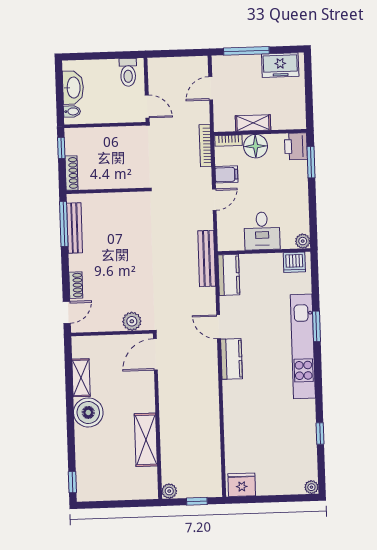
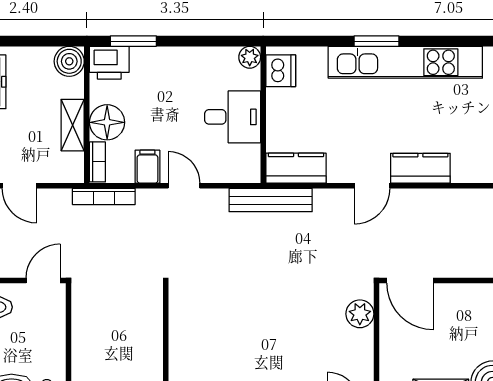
boiler: (296, 119) -> (69, 61), added

